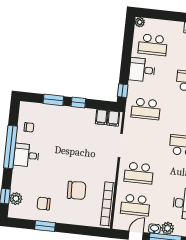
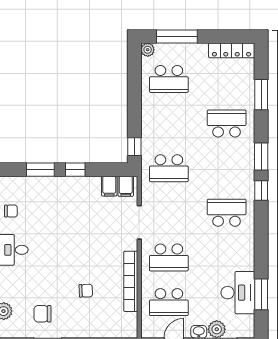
window: (162, 15) -> (177, 36), added
desk: (142, 70) -> (158, 115), removed
chair: (77, 190) -> (86, 291), width x0.54, depth x0.54
bookcase: (108, 204) -> (131, 281), moved

